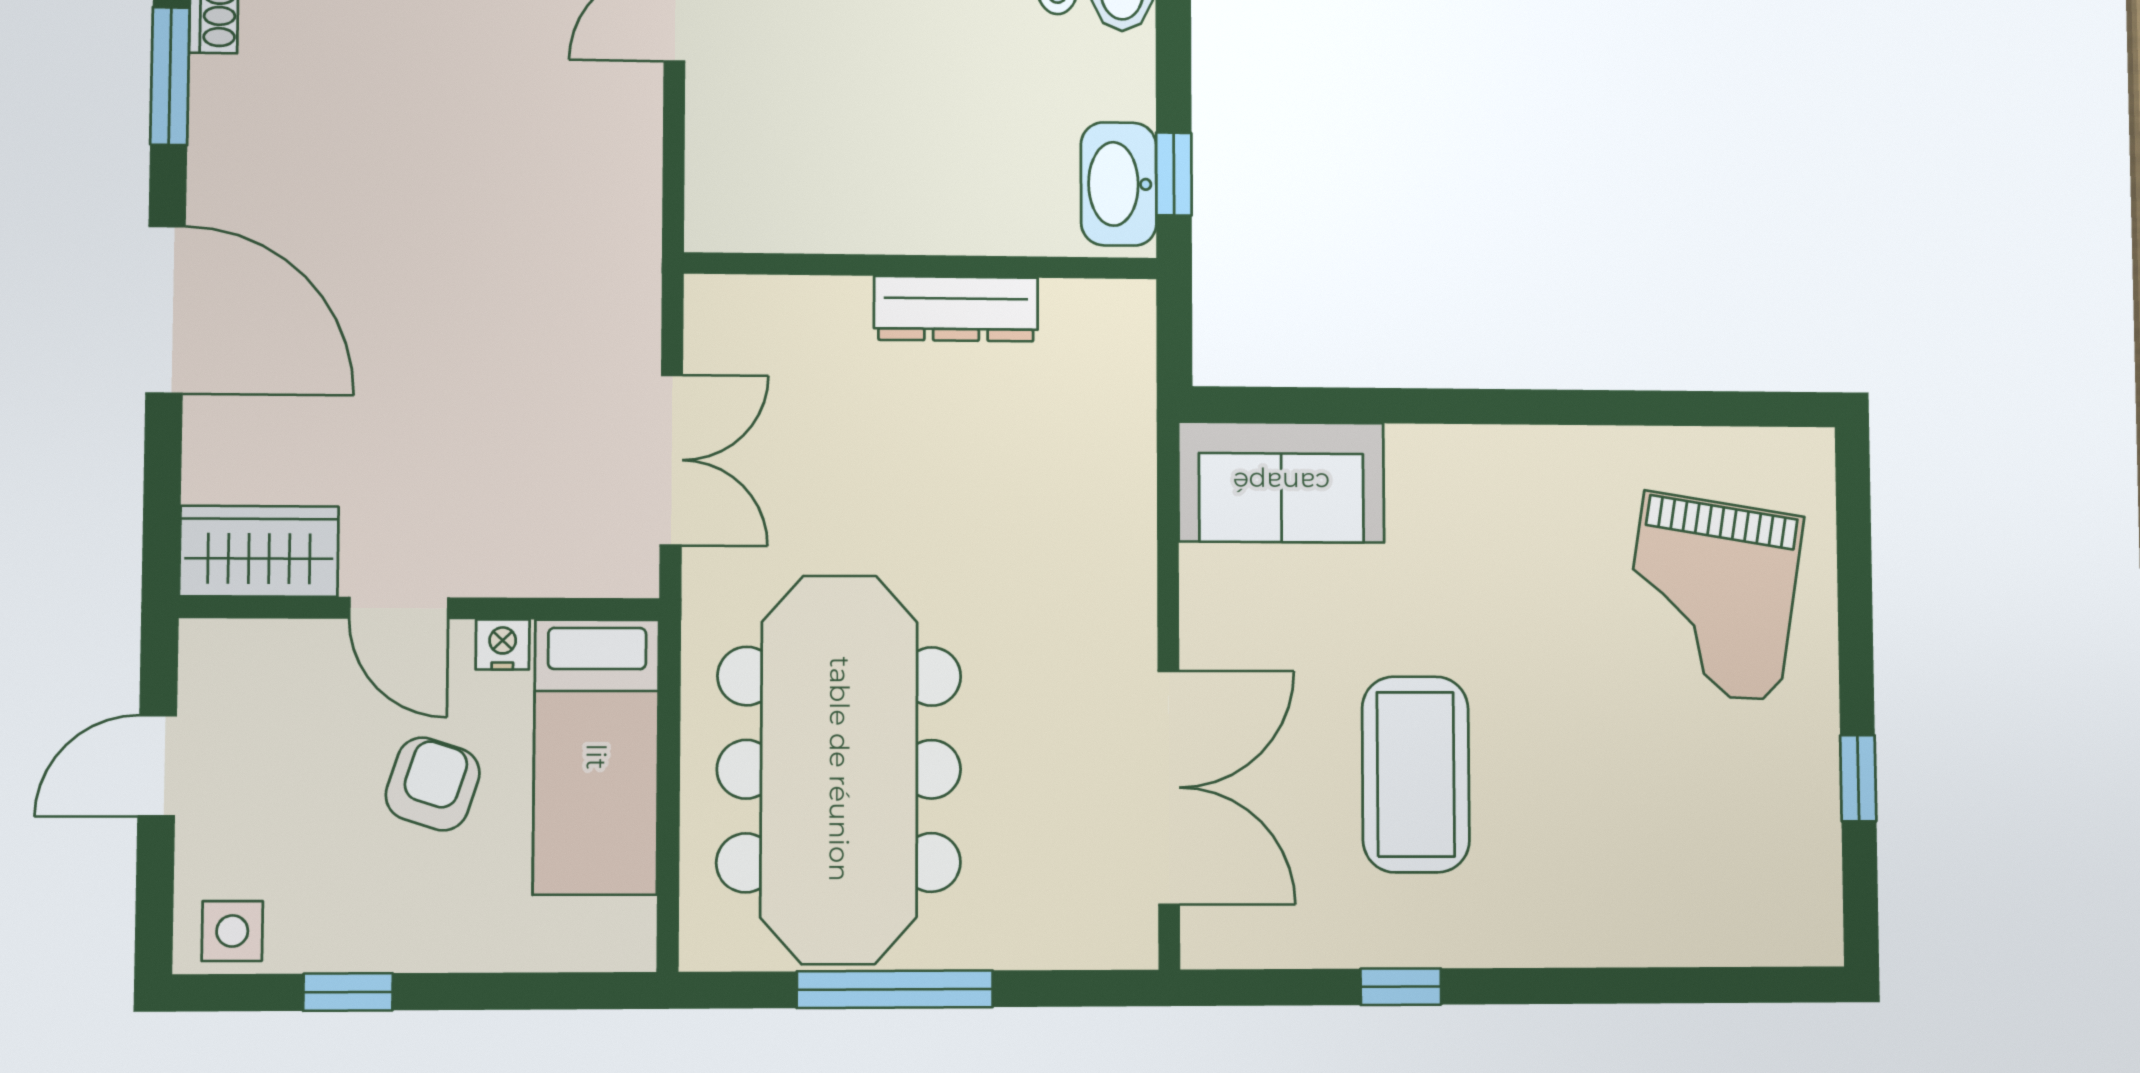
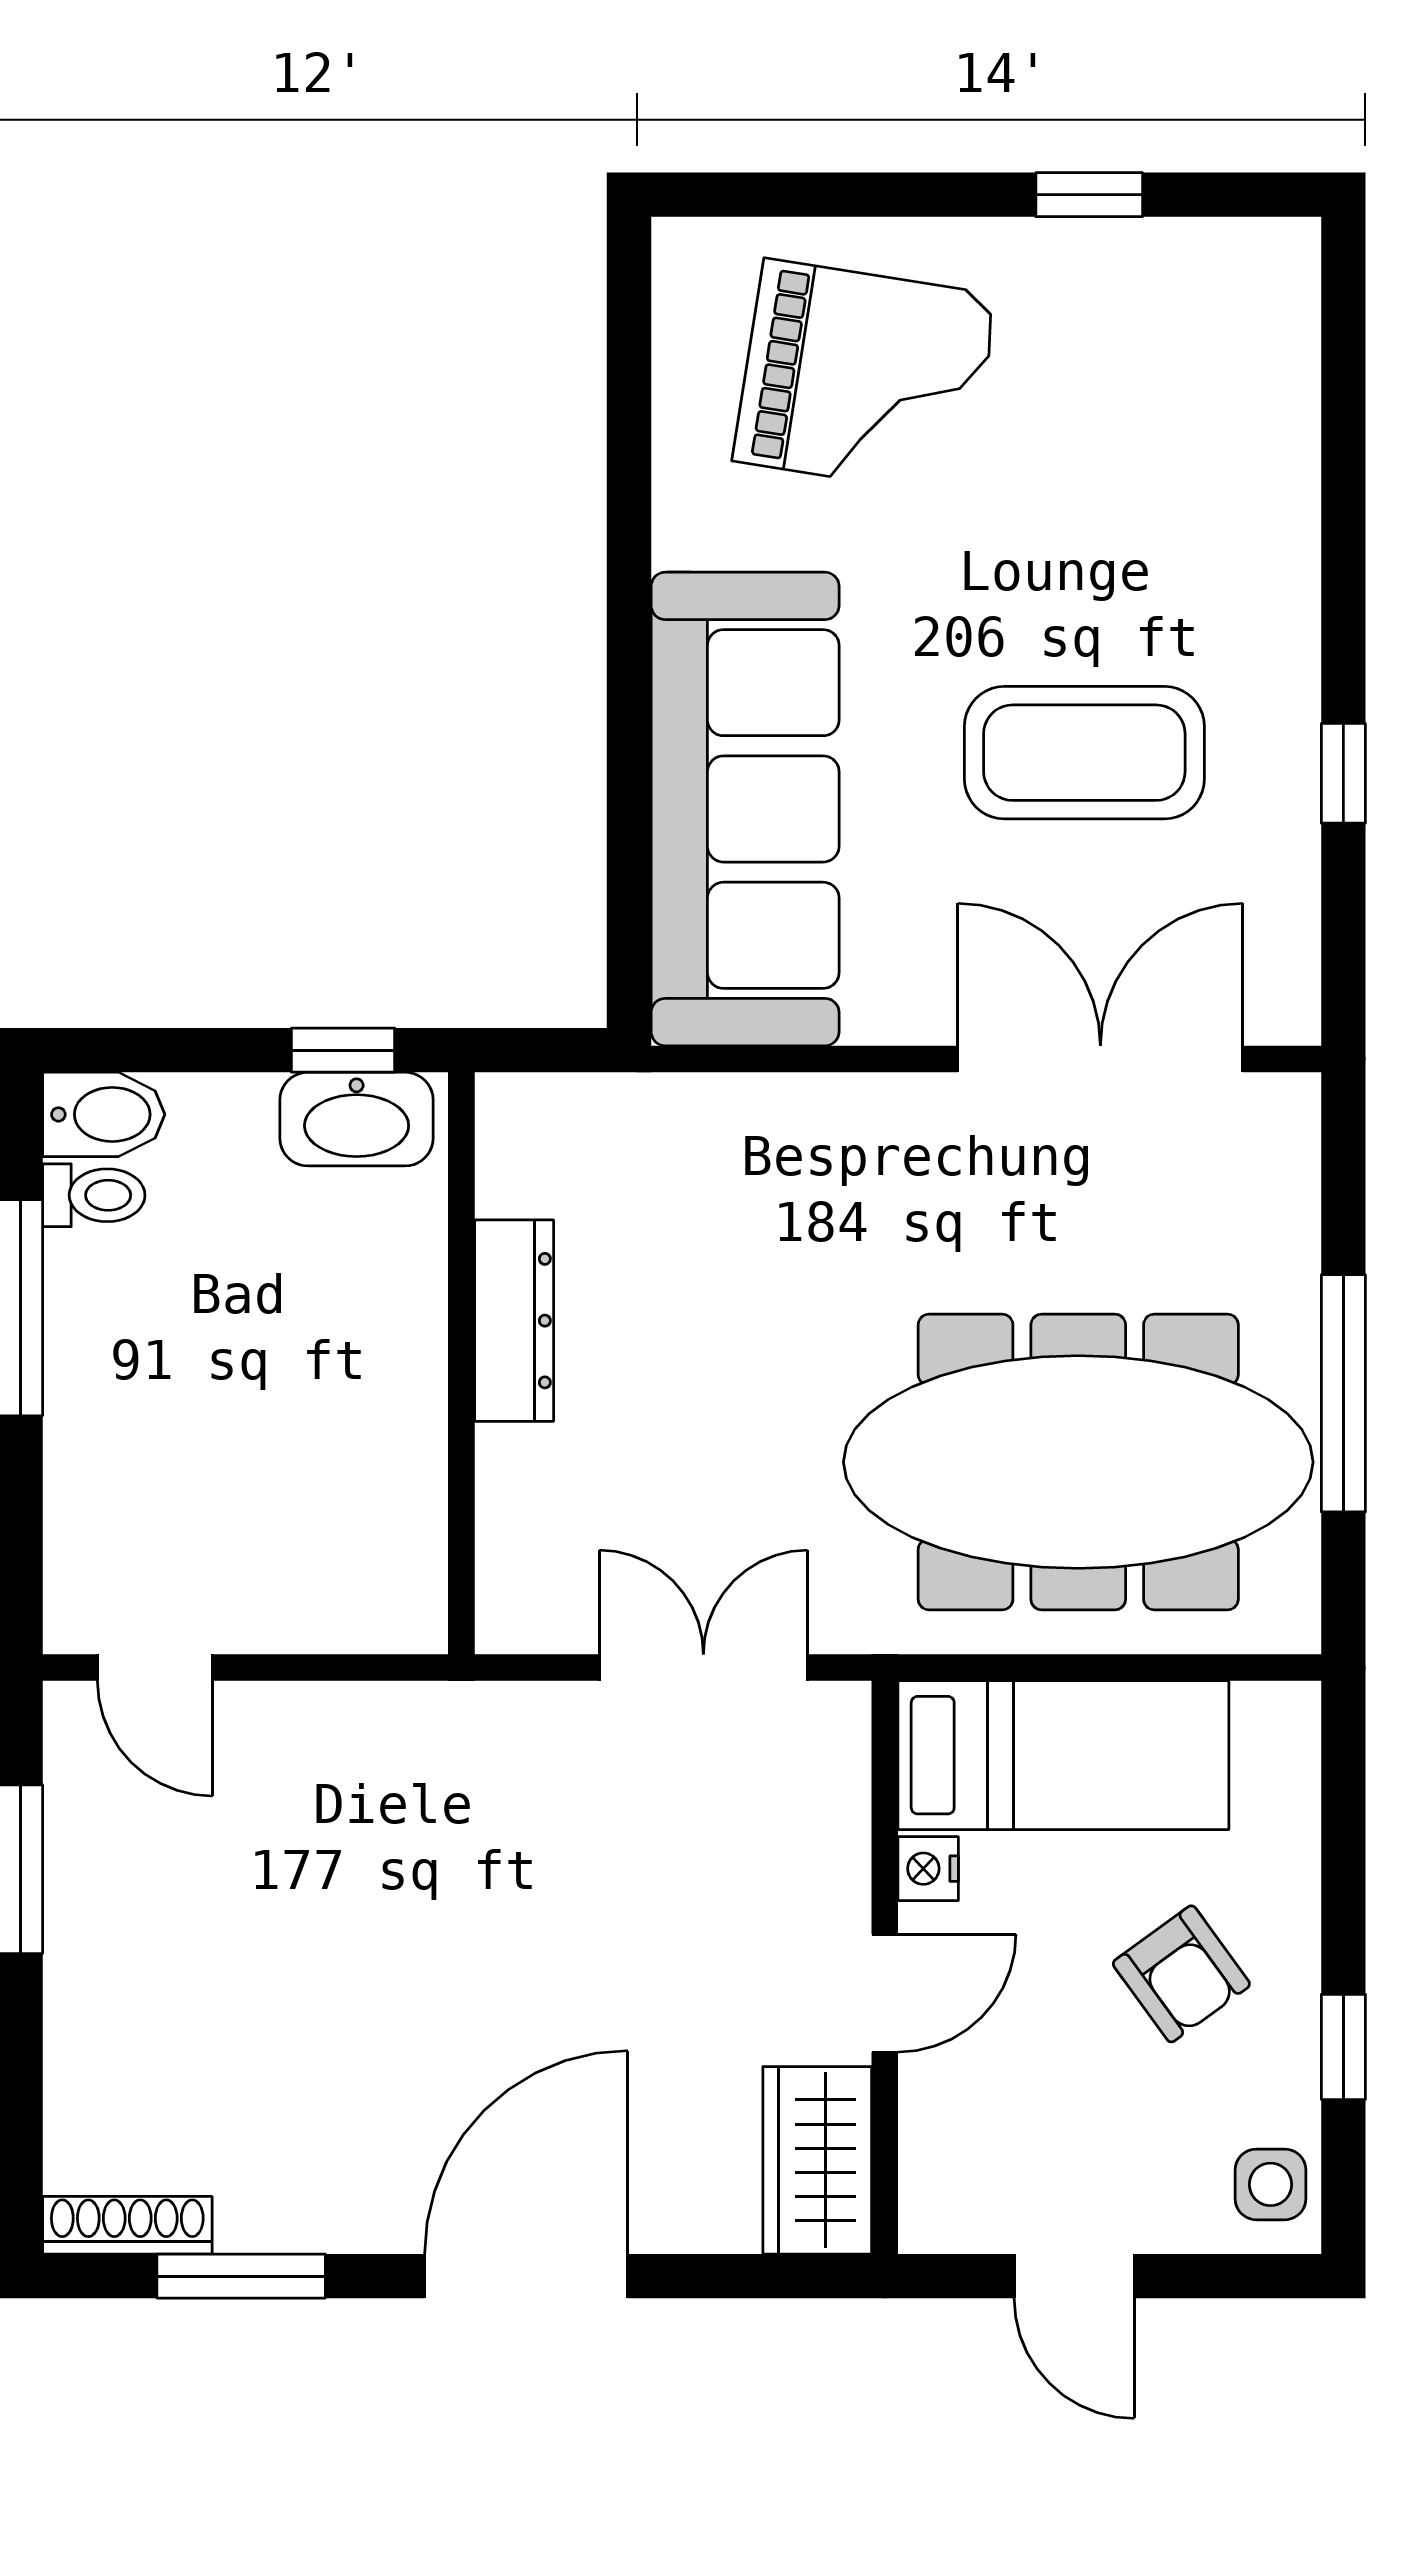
sofa: (1281, 482) -> (745, 809), width x1.85, depth x1.27
armchair: (433, 784) -> (1181, 1974), moved, turned -144

